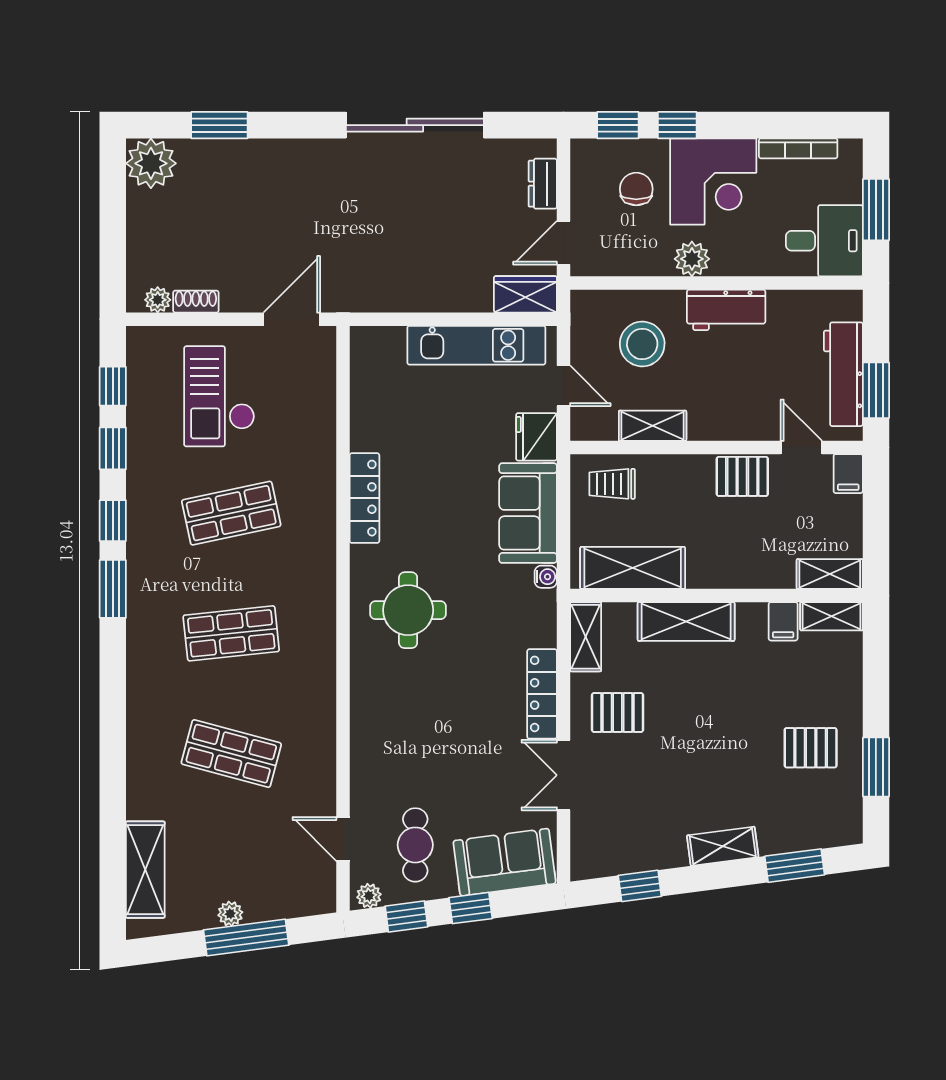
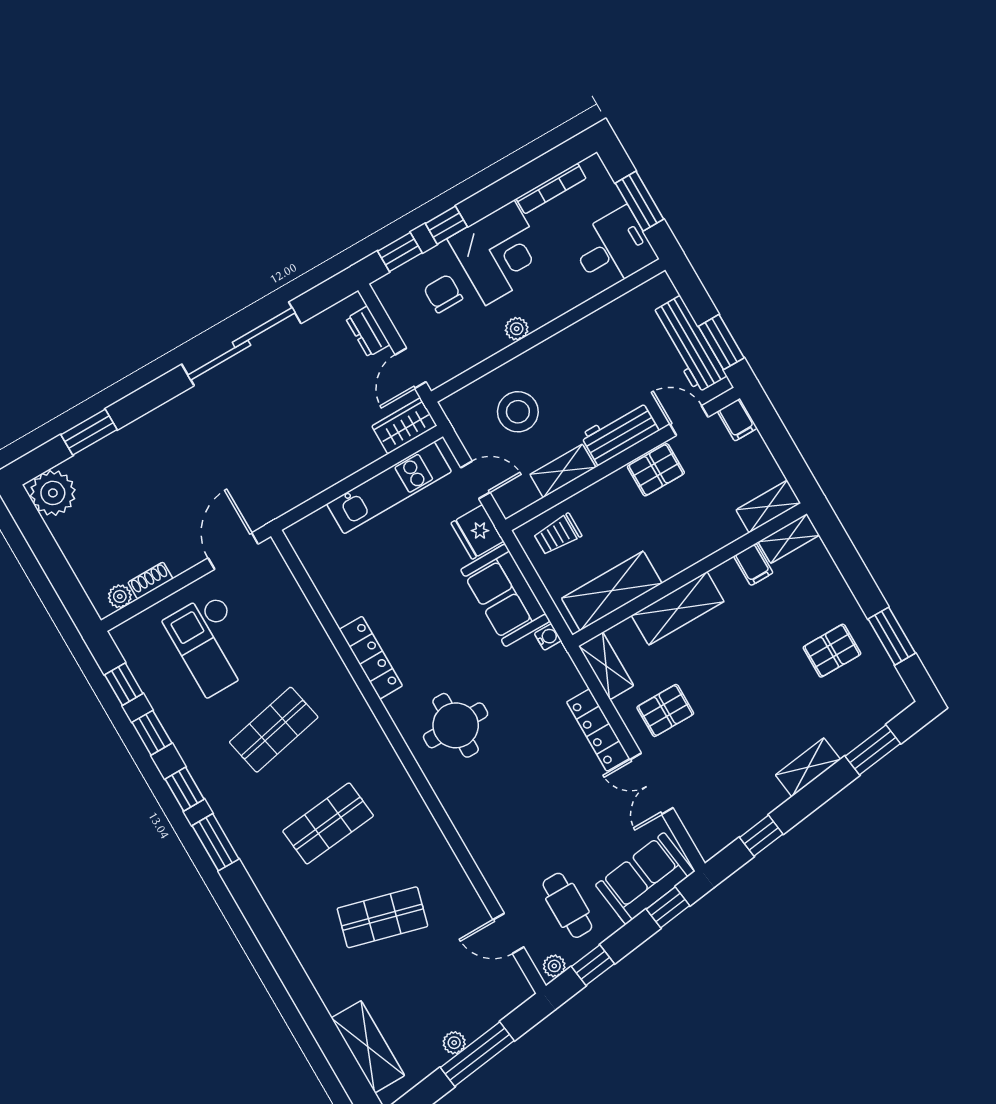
plant: (692, 259) -> (517, 329), width x0.73, depth x0.73
workbench: (726, 310) -> (620, 433), moved, turned 180
window: (471, 908) -> (668, 907), moved

